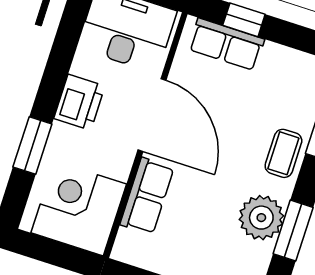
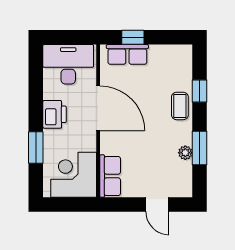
row of seats: (147, 196) -> (110, 176), moved
plant: (261, 218) -> (185, 153), width x0.53, depth x0.53

